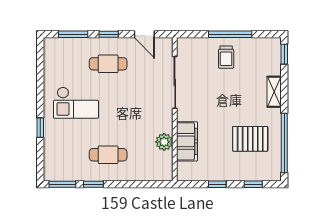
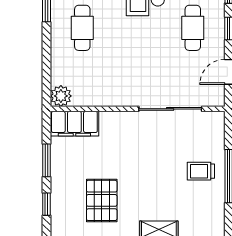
filing cabinet: (187, 141) -> (74, 124), moved
plant: (164, 142) -> (61, 96), moved
window: (217, 184) -> (46, 160), width x1.50

